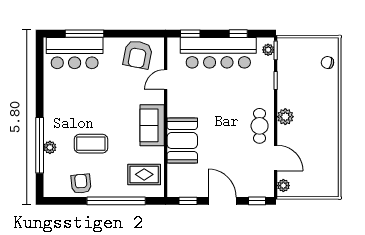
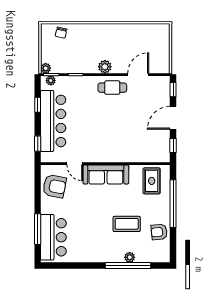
sofa: (152, 125) -> (106, 175), width x1.36
booth: (182, 141) -> (124, 150), removed
coffee table: (91, 144) -> (127, 224), turned 90
plant: (283, 186) -> (46, 68), moved

